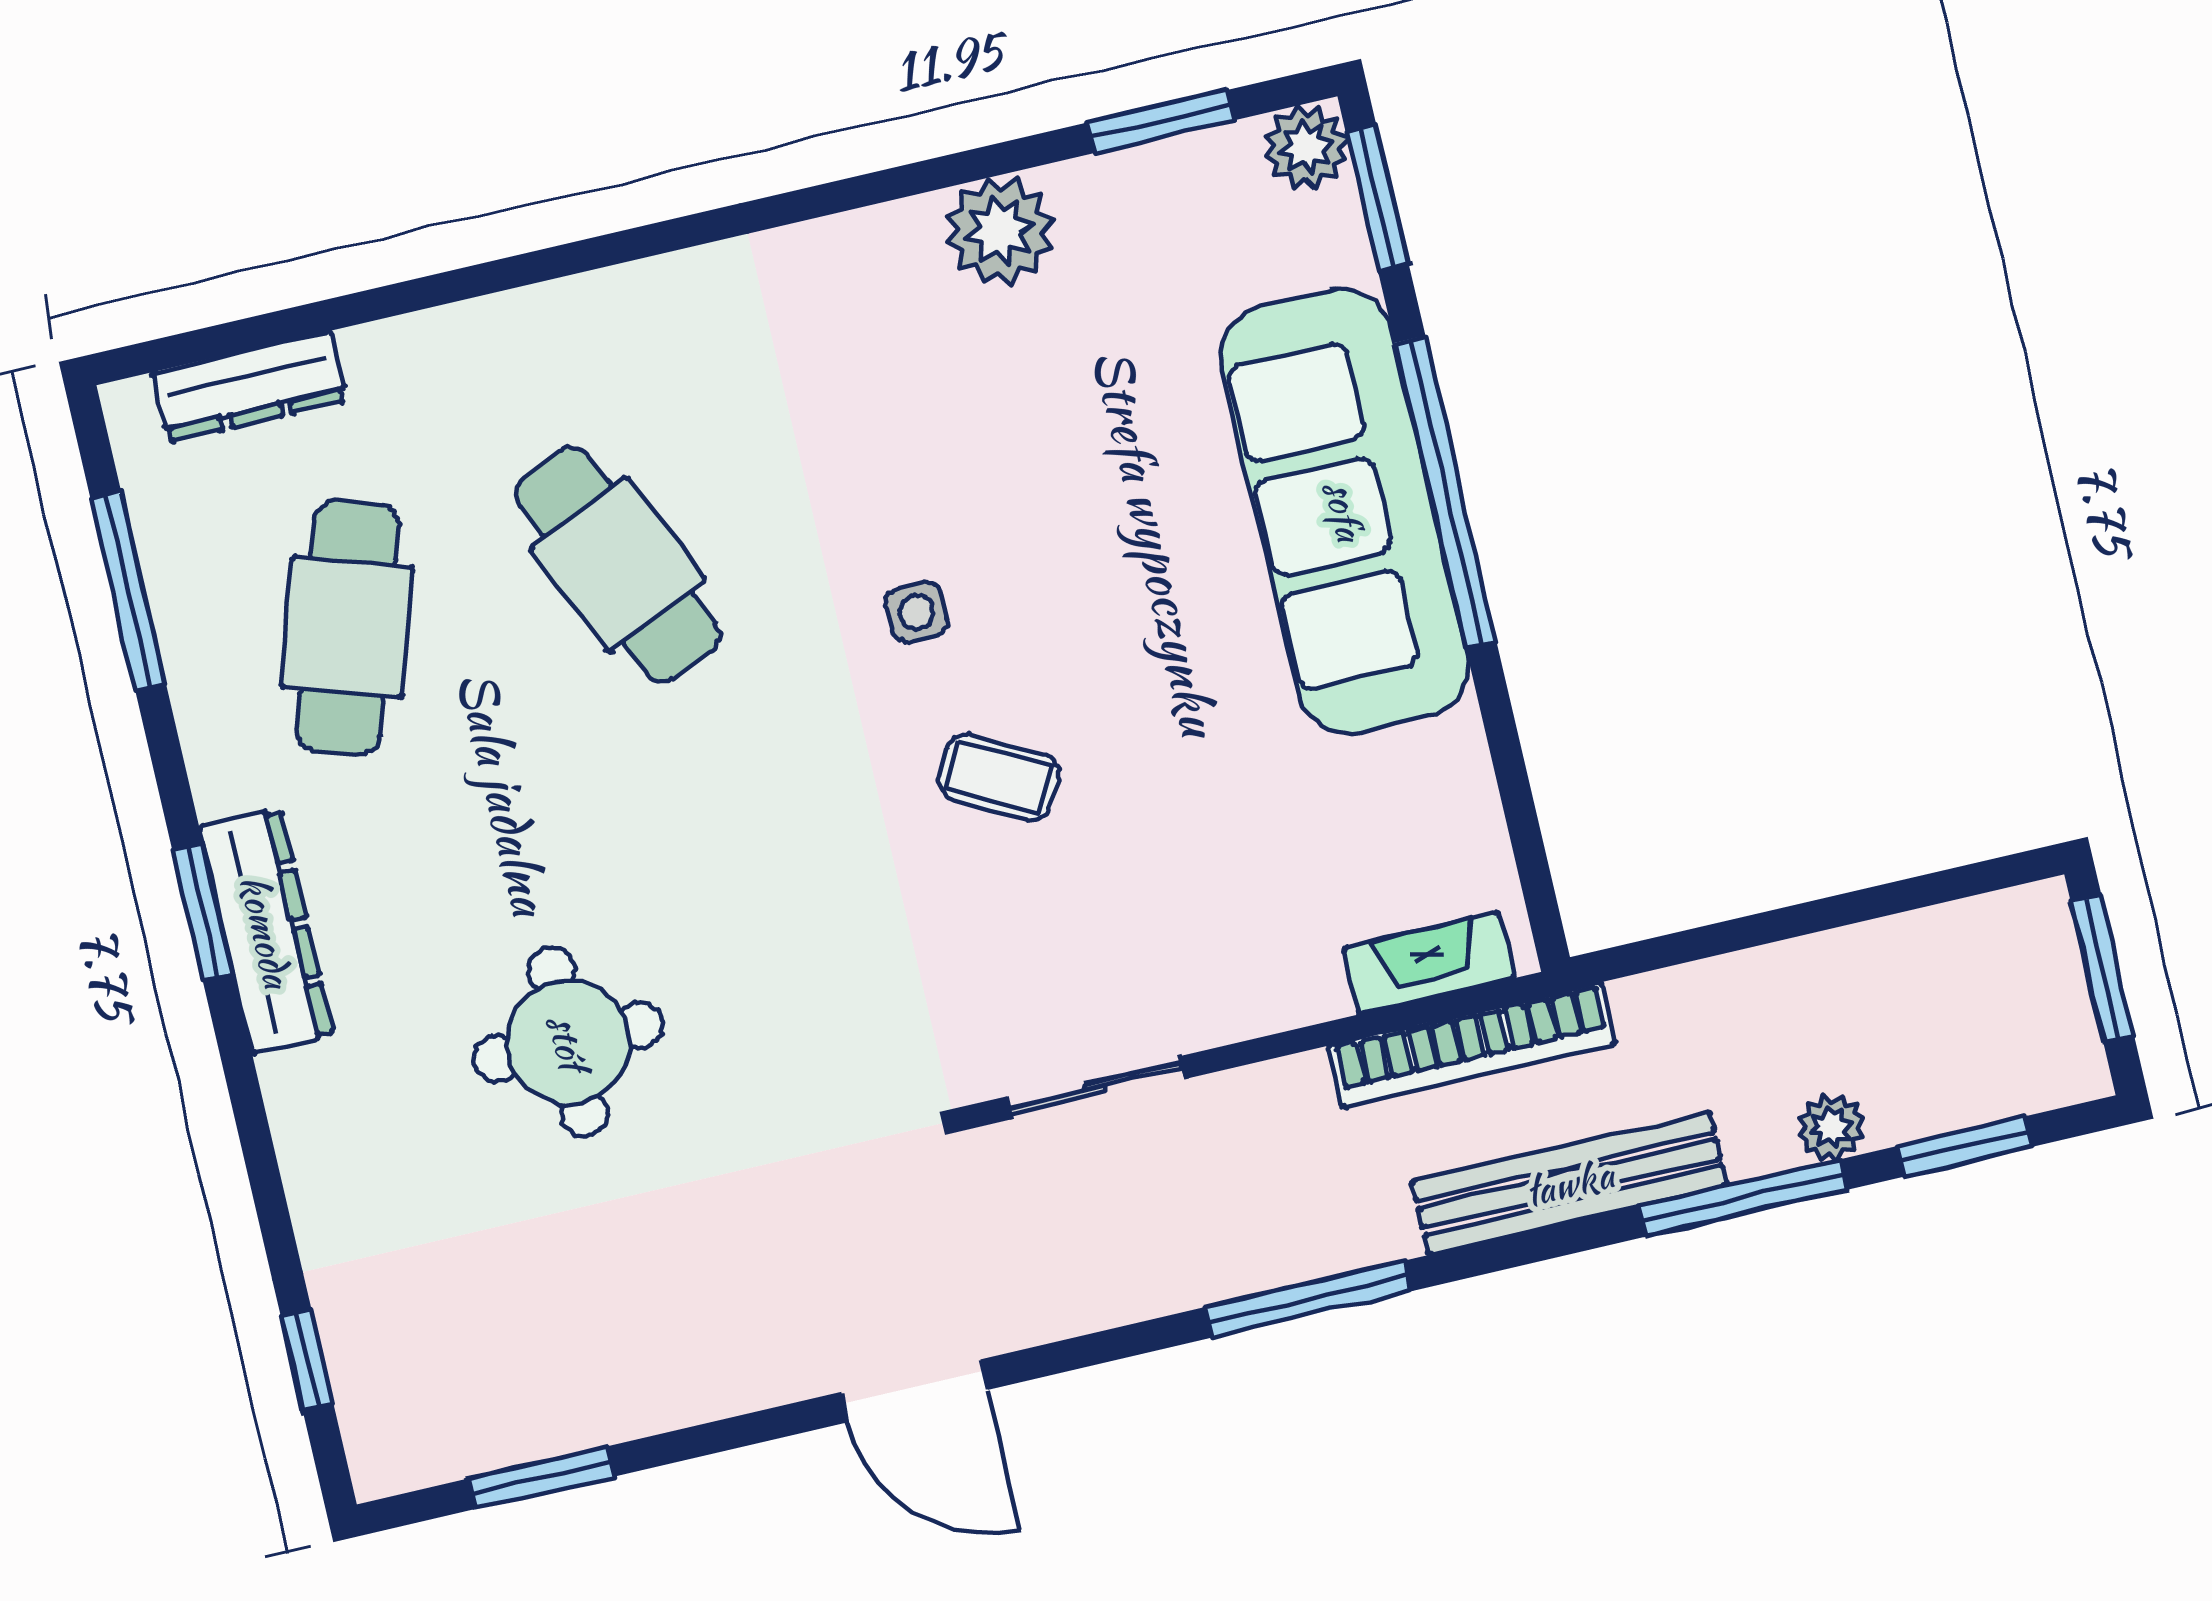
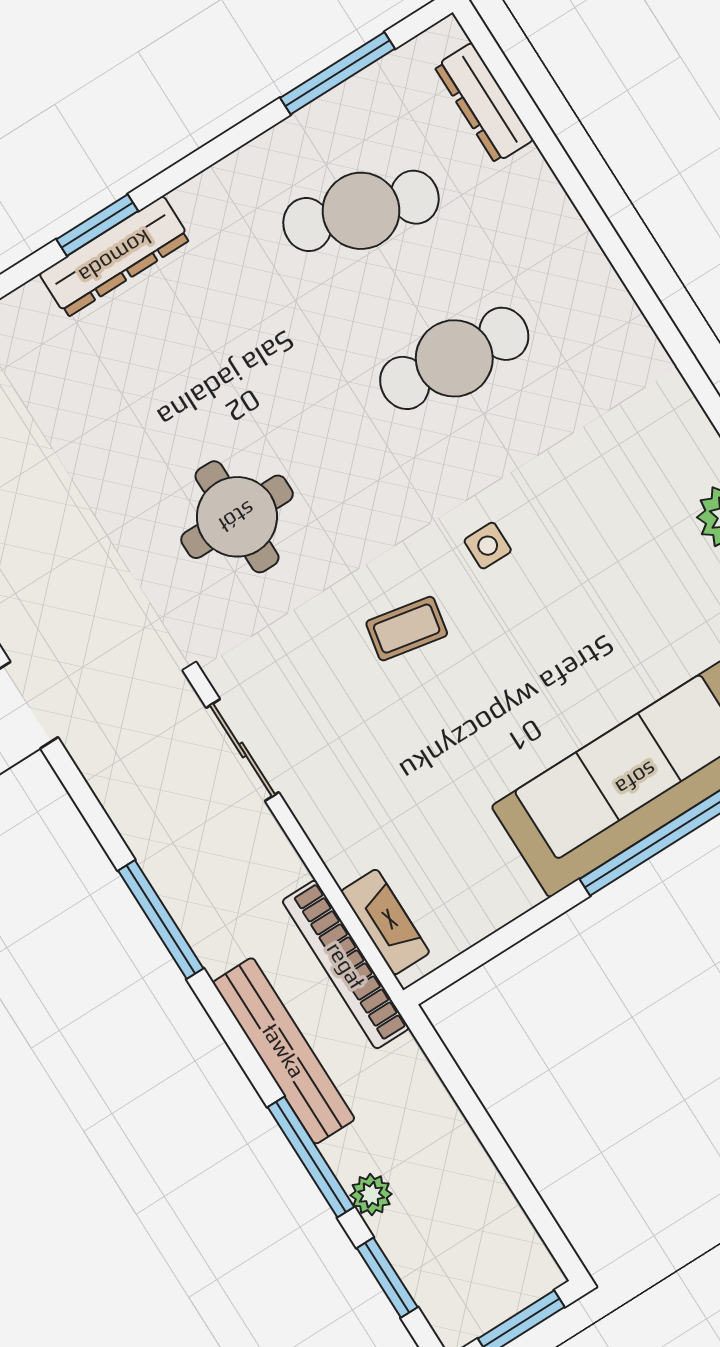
cafe table: (618, 564) -> (454, 358), turned 30
coffee table: (999, 777) -> (407, 629), turned 73
window: (203, 911) -> (97, 225), moved
dresser: (266, 931) -> (115, 257), moved
round table: (568, 1042) -> (237, 517), moved

